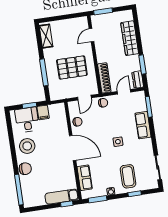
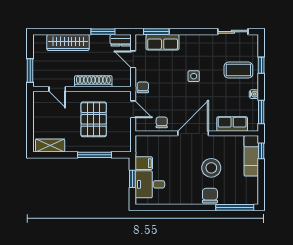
shoe rack: (104, 78) -> (93, 81), moved
row of seats: (143, 125) -> (163, 42), moved
stool: (27, 146) -> (211, 168), moved

